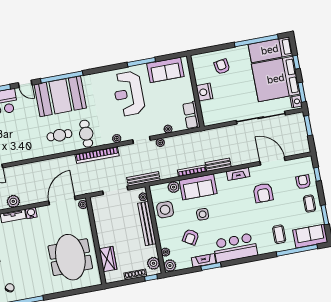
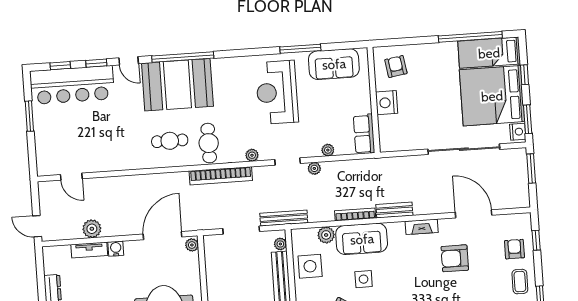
armchair: (222, 67) -> (396, 67), moved
armchair: (263, 193) -> (455, 258), turned 90

